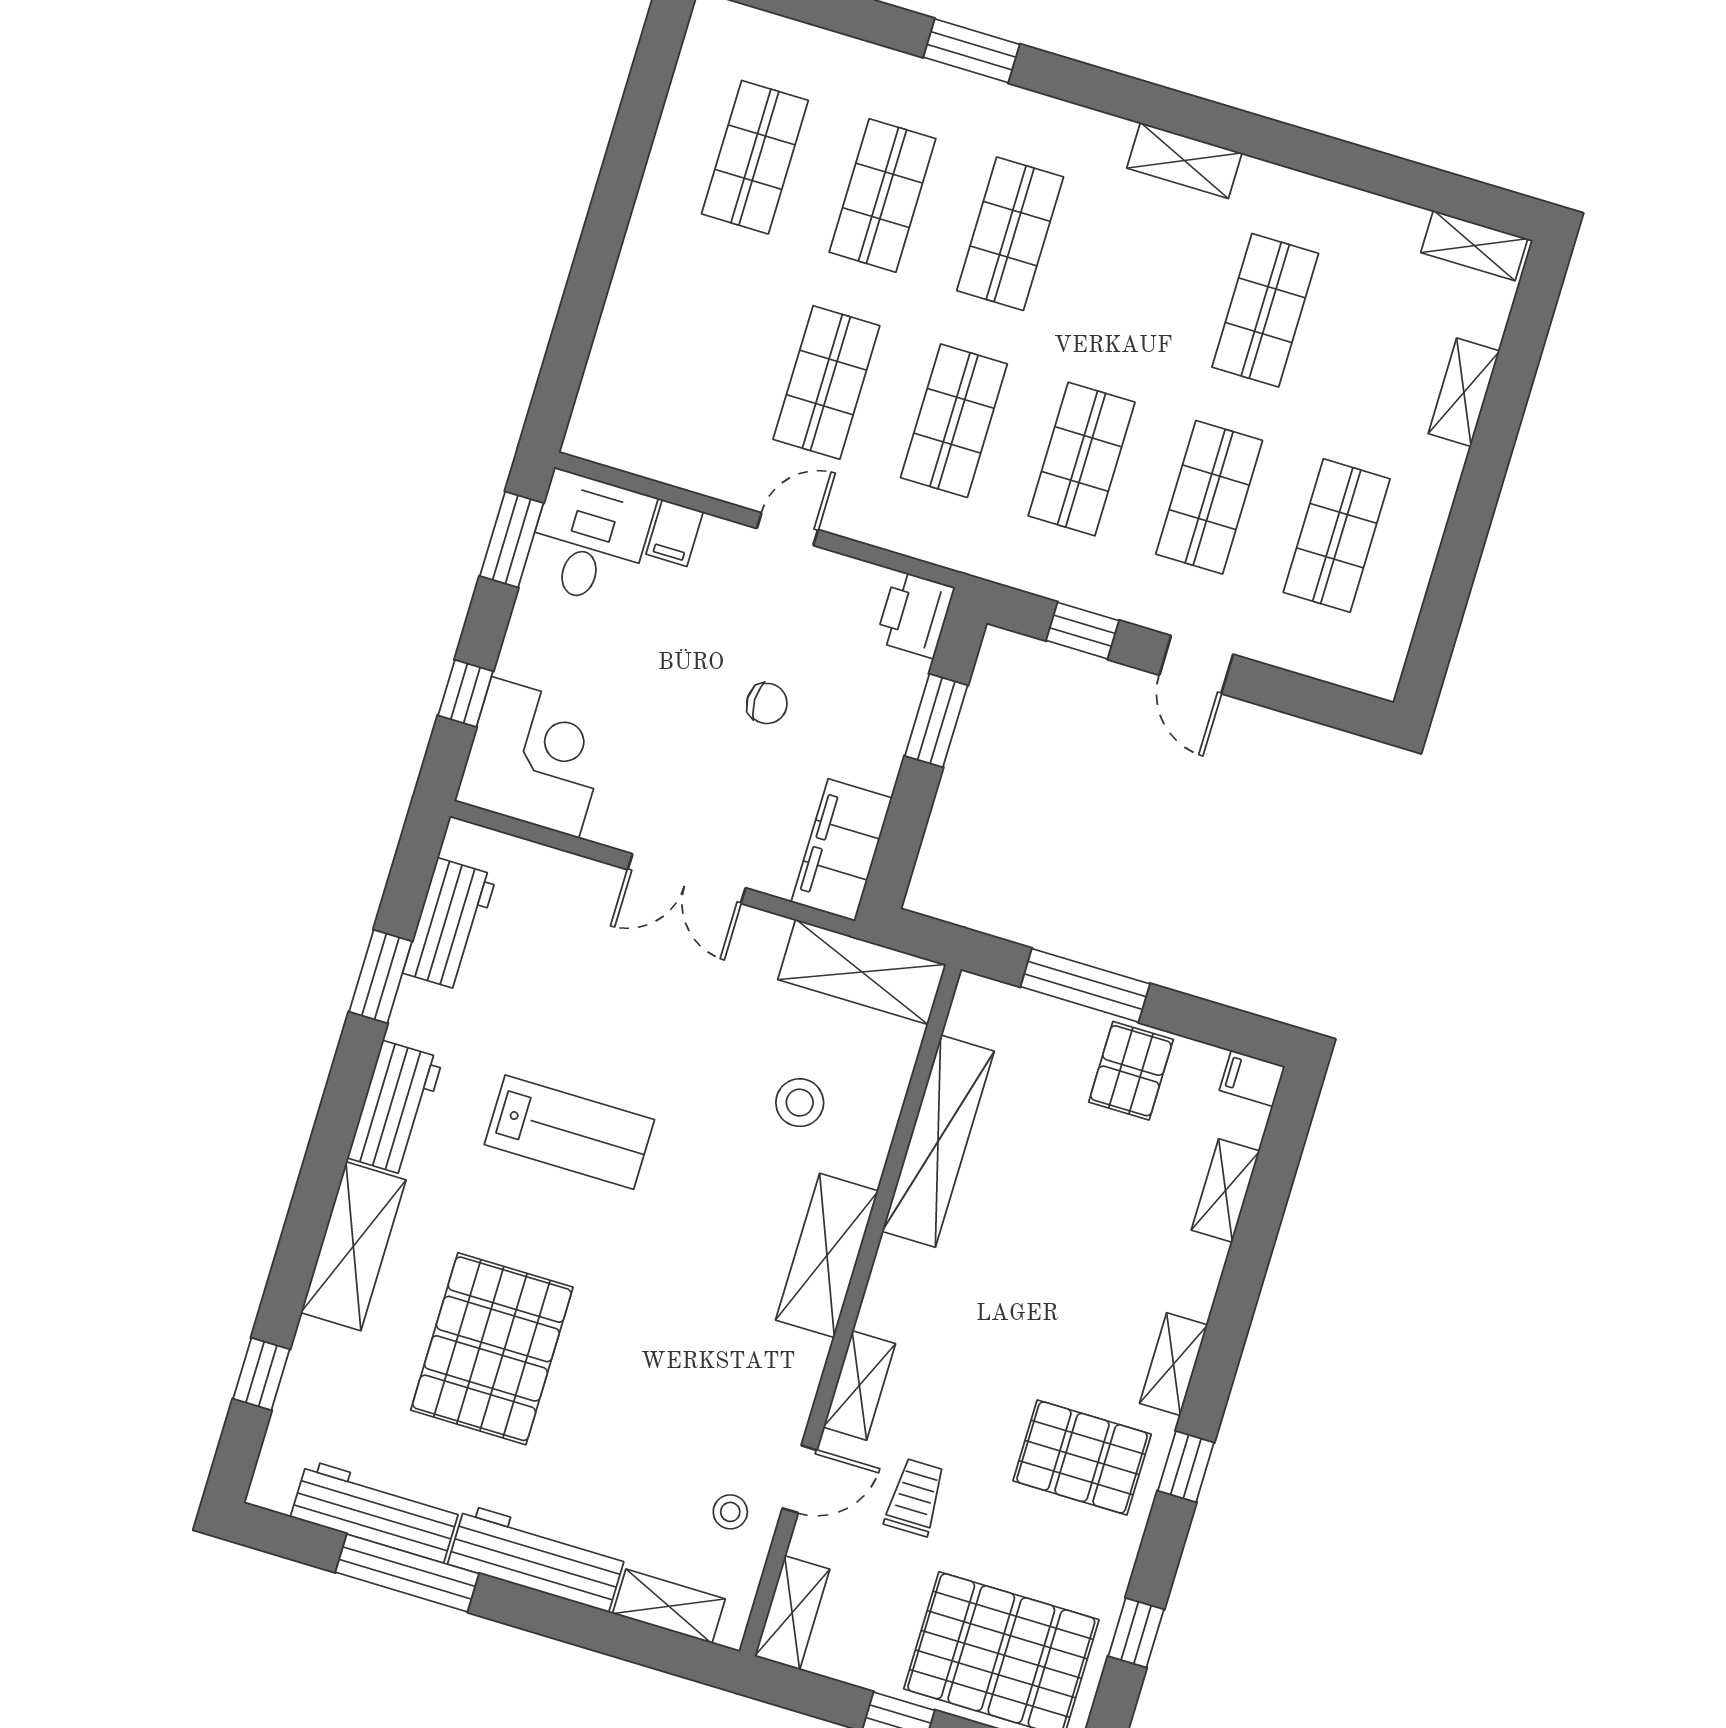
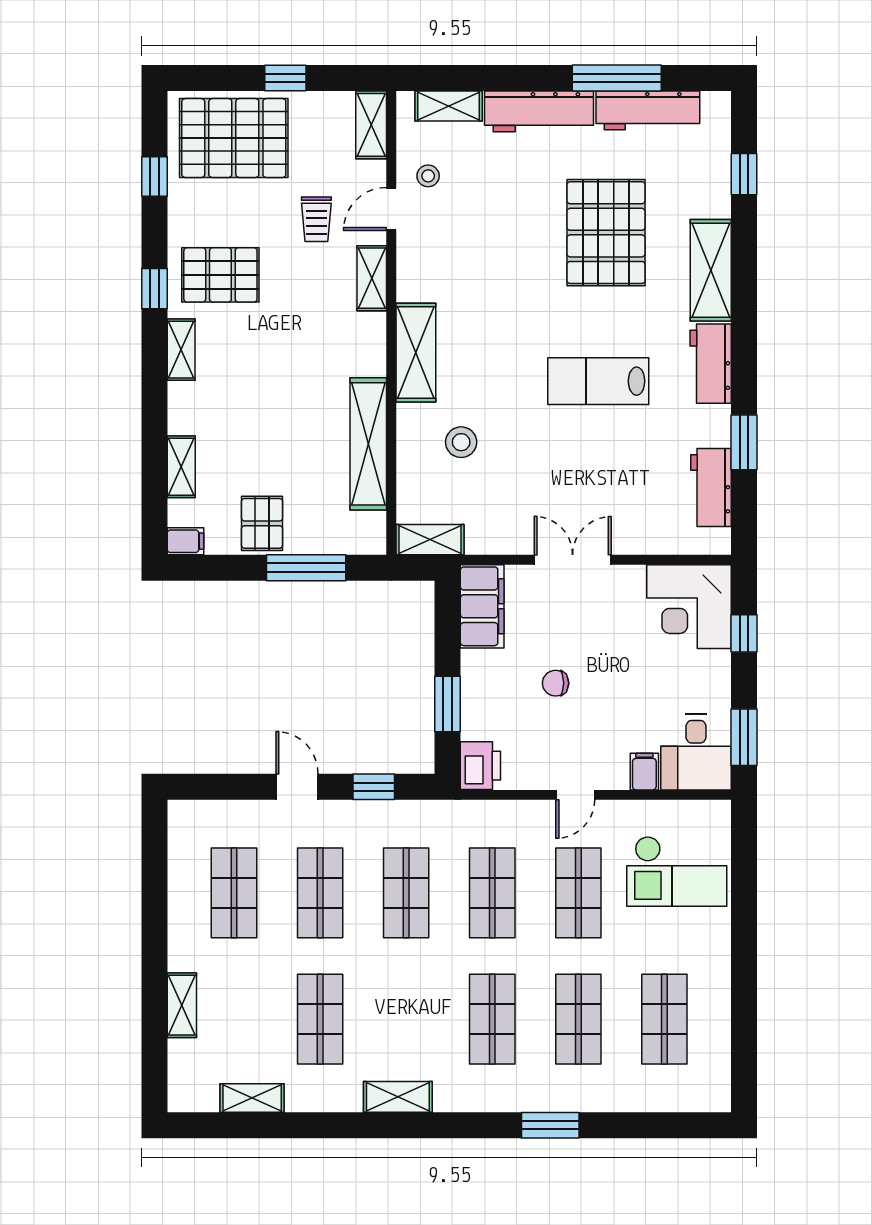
shelving: (1474, 246) -> (252, 1098), moved
checkout: (671, 371) -> (677, 871), added
shelving: (862, 972) -> (430, 540), width x0.67, depth x0.75

